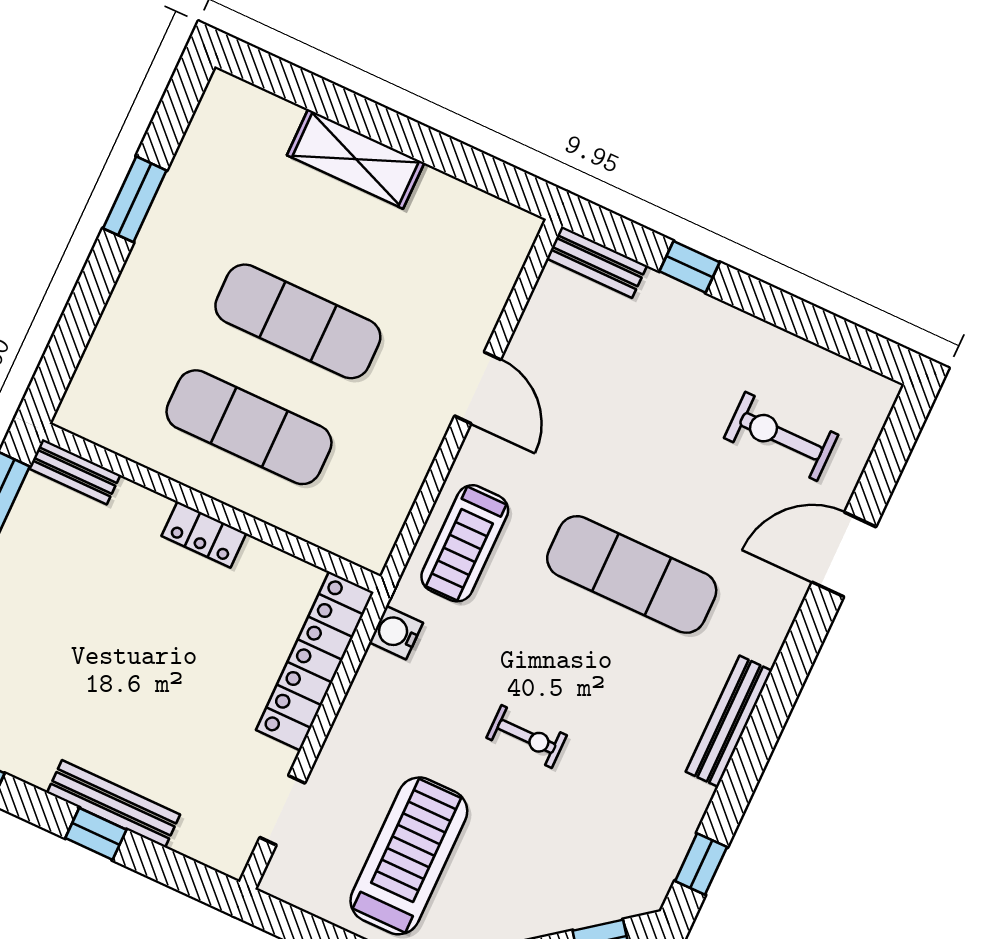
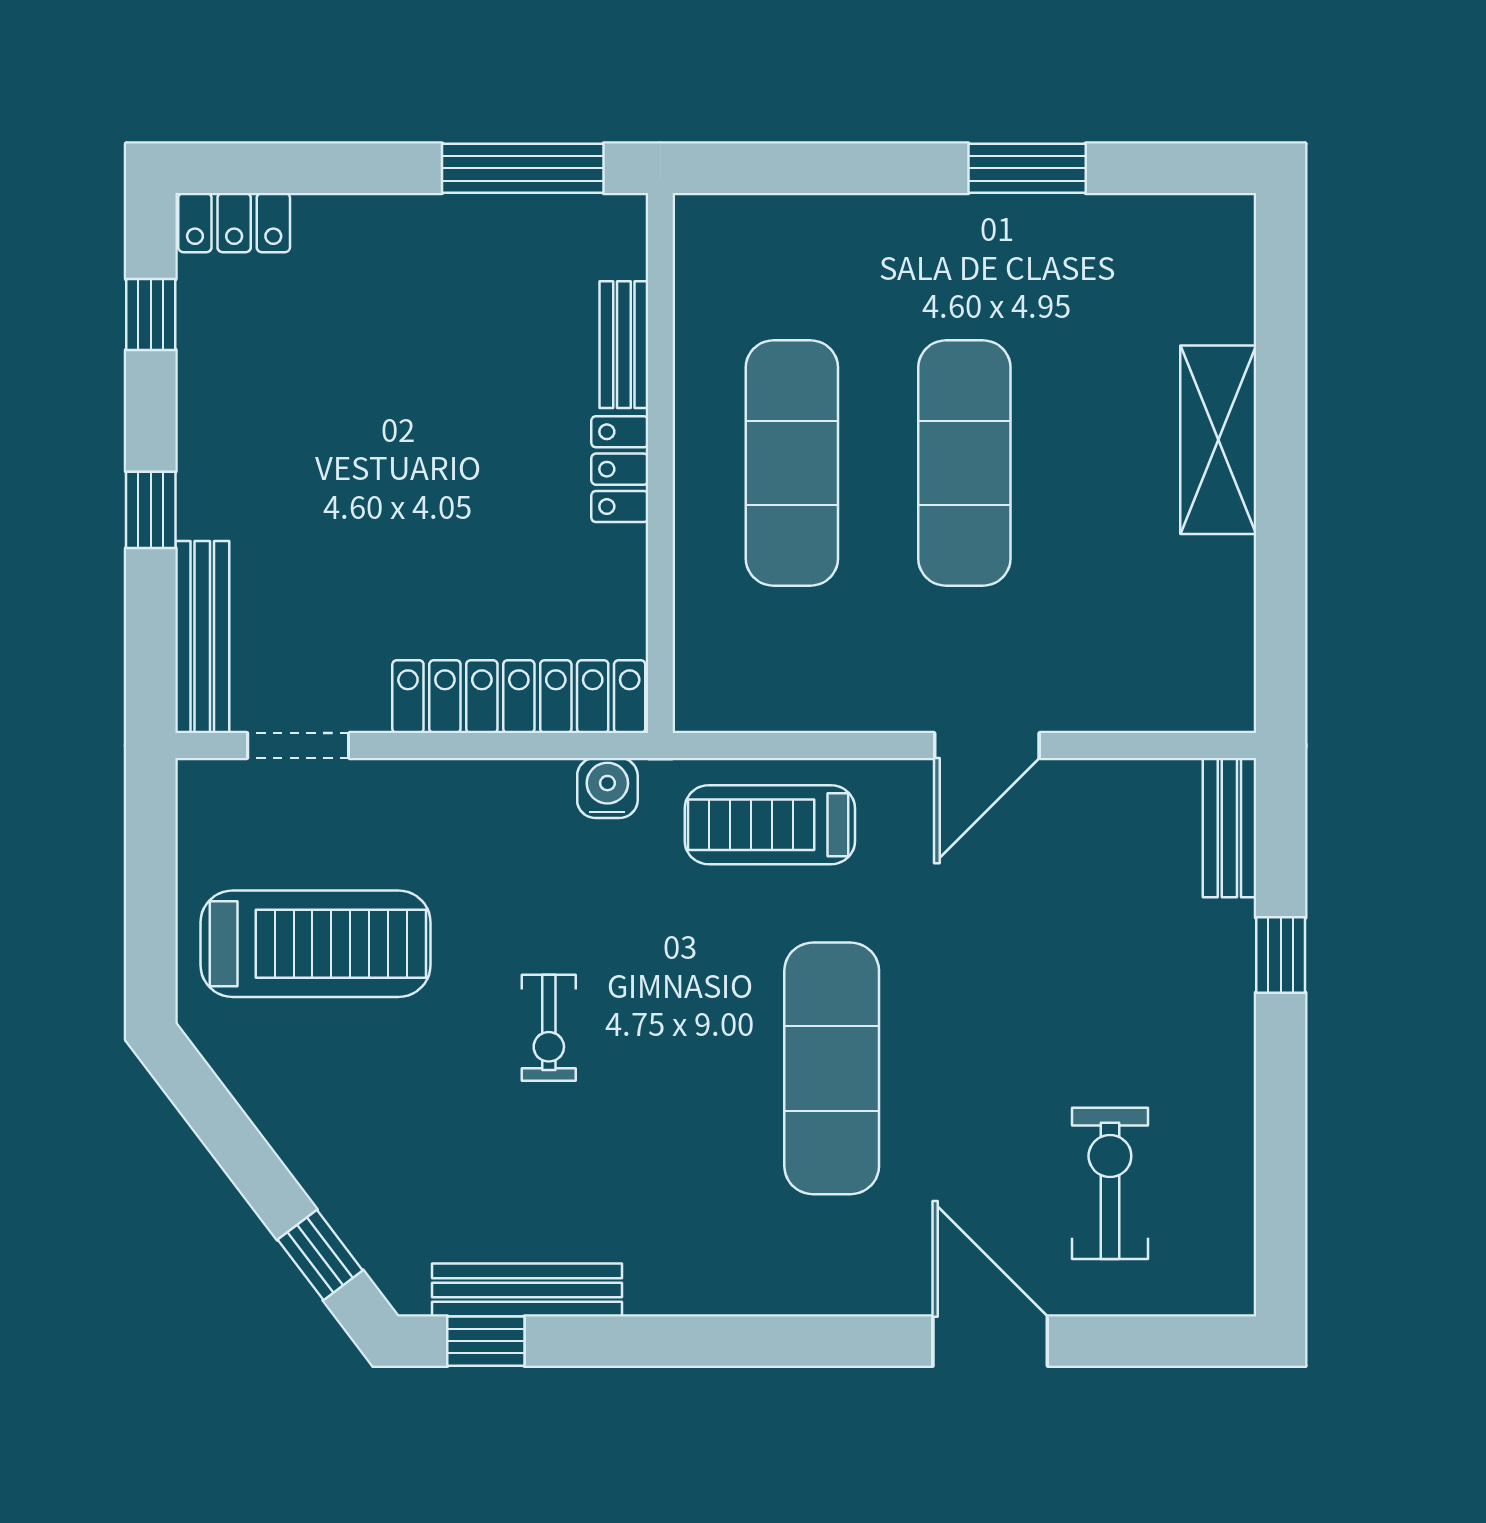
bench: (75, 472) -> (624, 345), moved
bench: (729, 721) -> (527, 1290), moved
bench: (114, 804) -> (202, 637), moved

